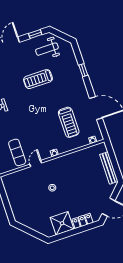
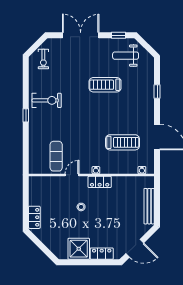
treadmill: (69, 122) -> (122, 142), turned -90
locker: (61, 162) -> (100, 182), added
locker: (16, 209) -> (34, 217), added

